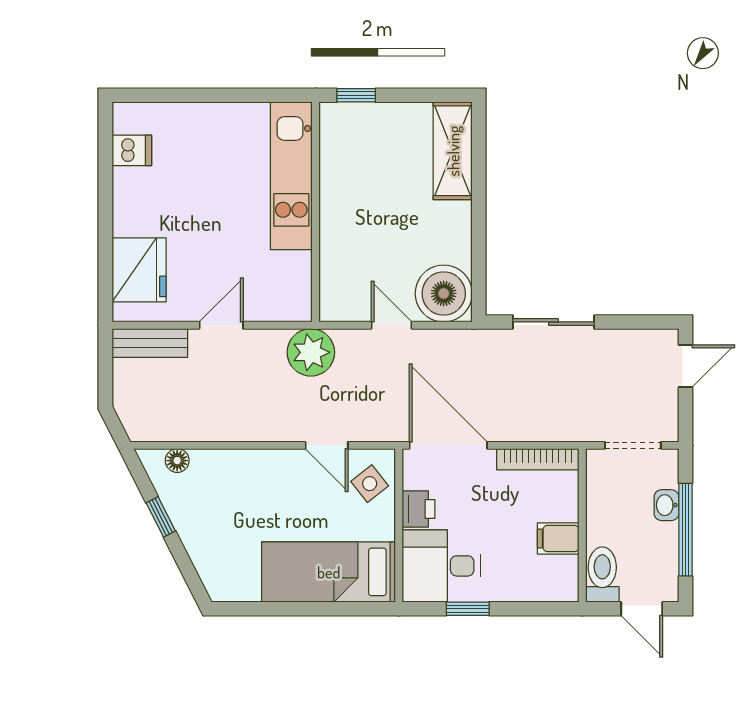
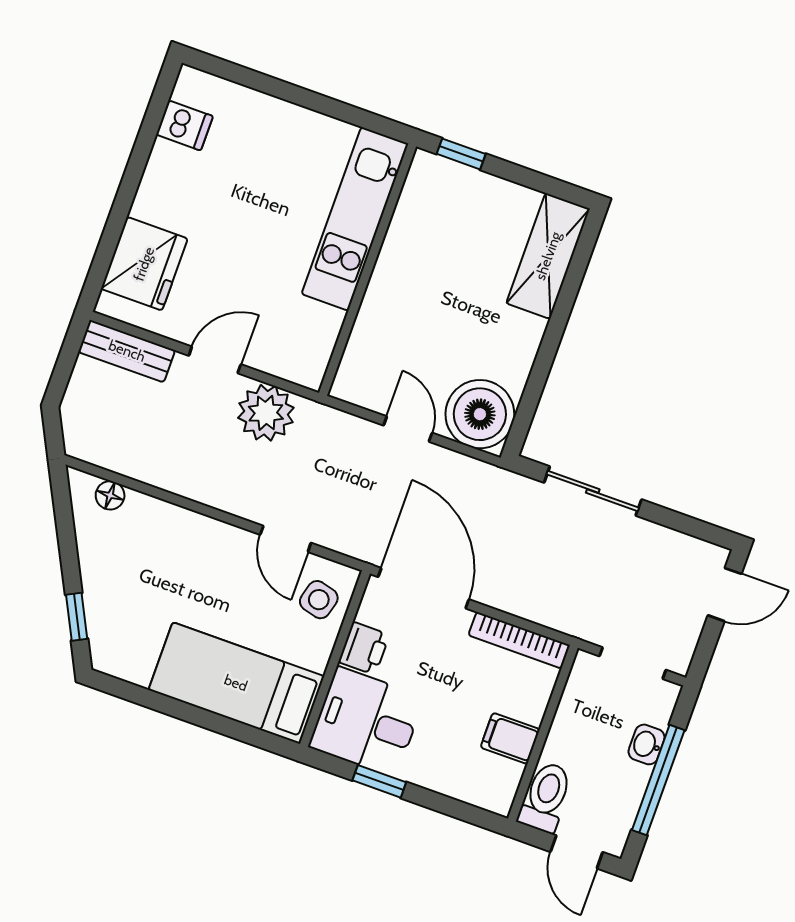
plant: (311, 352) -> (266, 413), moved
side table: (370, 484) -> (319, 600), turned -37
window: (161, 517) -> (77, 617), moved

